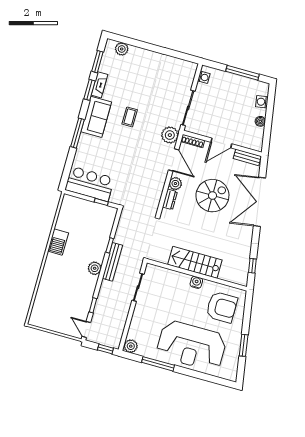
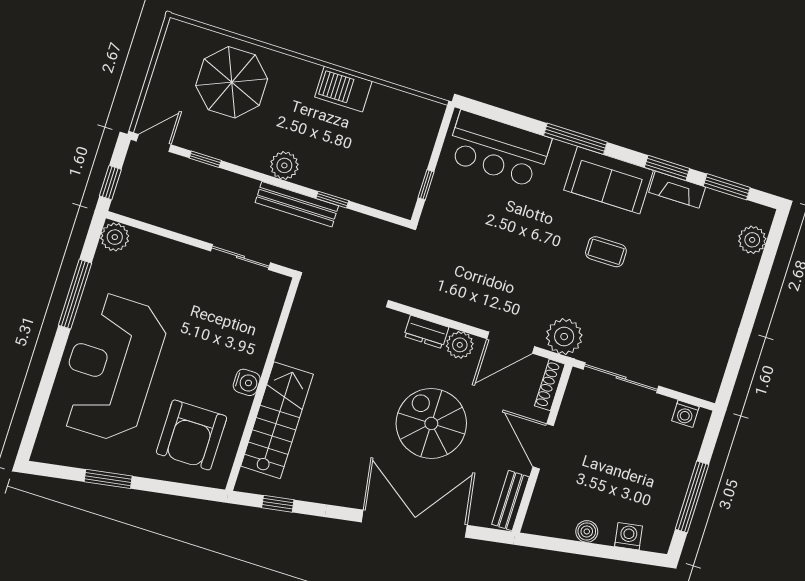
bar counter: (90, 184) -> (499, 149), moved, turned 90
spiral stairs: (212, 196) -> (431, 423), turned 180
stairs: (195, 262) -> (277, 420), moved
parasol: (57, 294) -> (232, 82), added

